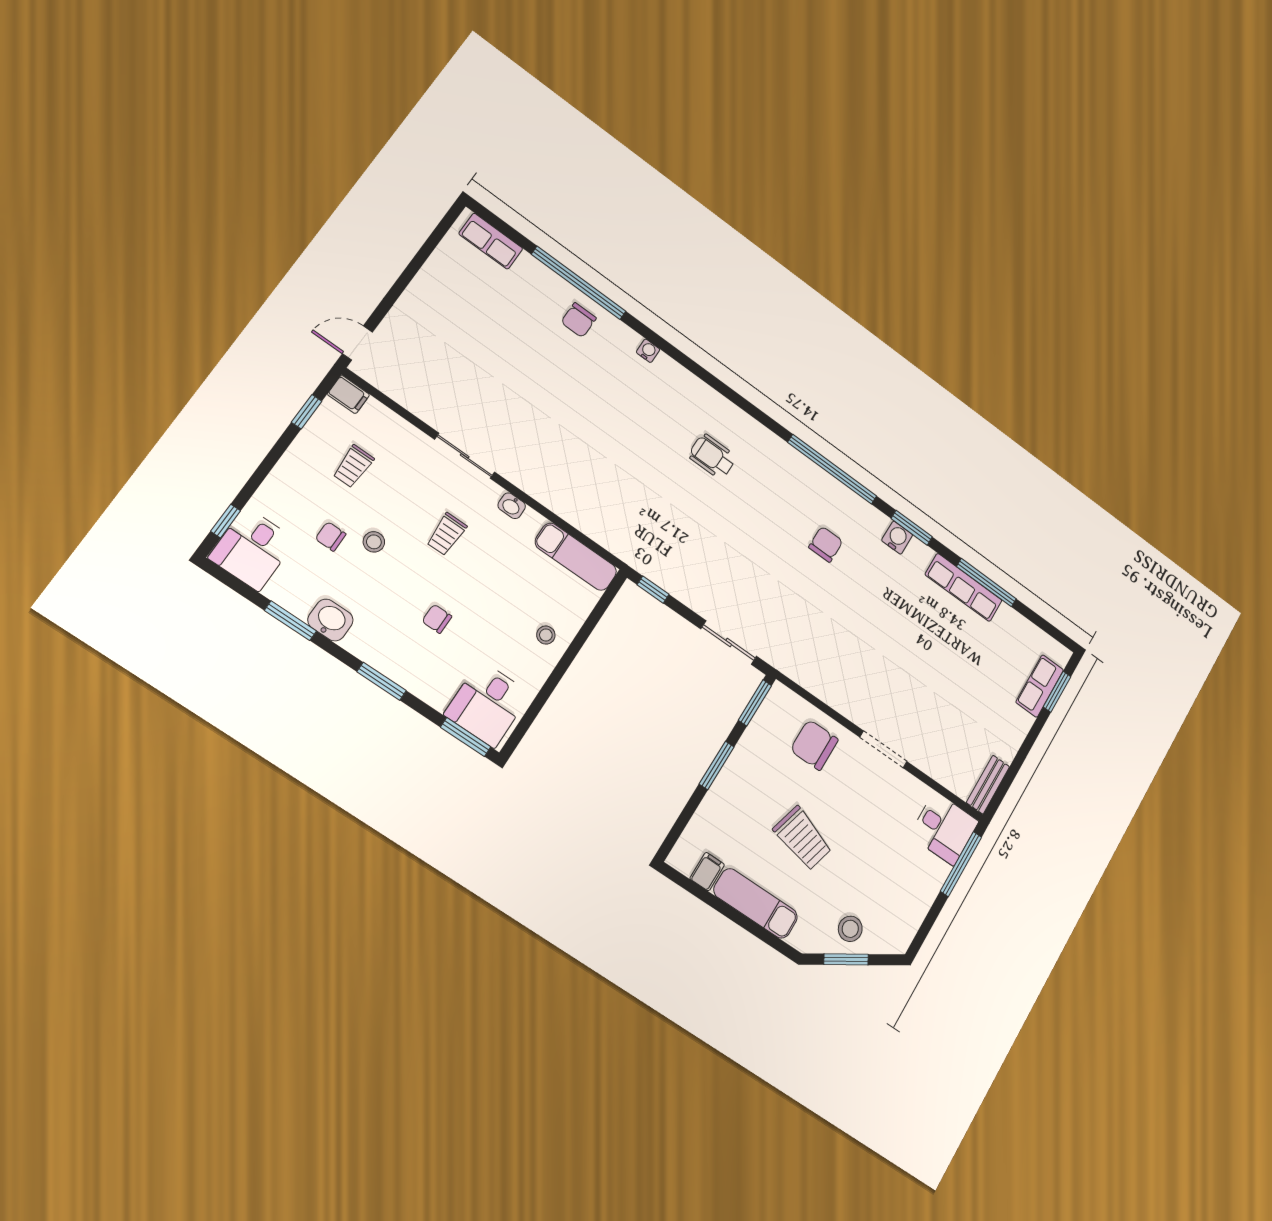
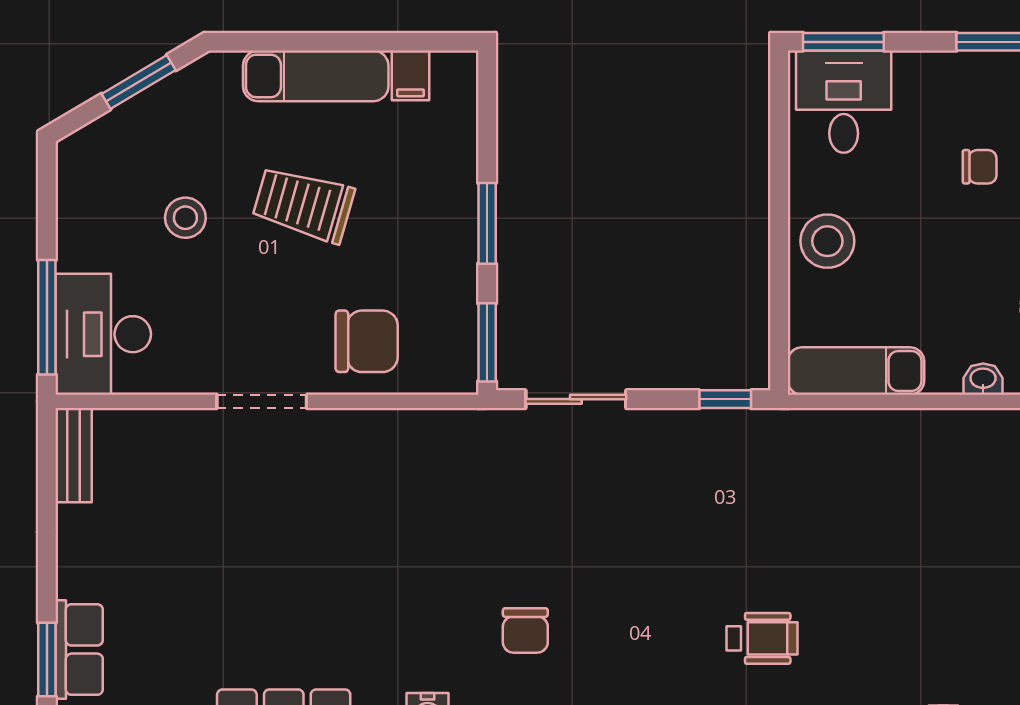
stool: (546, 635) -> (827, 241), width x1.89, depth x1.89
desk: (944, 828) -> (103, 334), width x1.37
stool: (850, 929) -> (185, 218), moved

